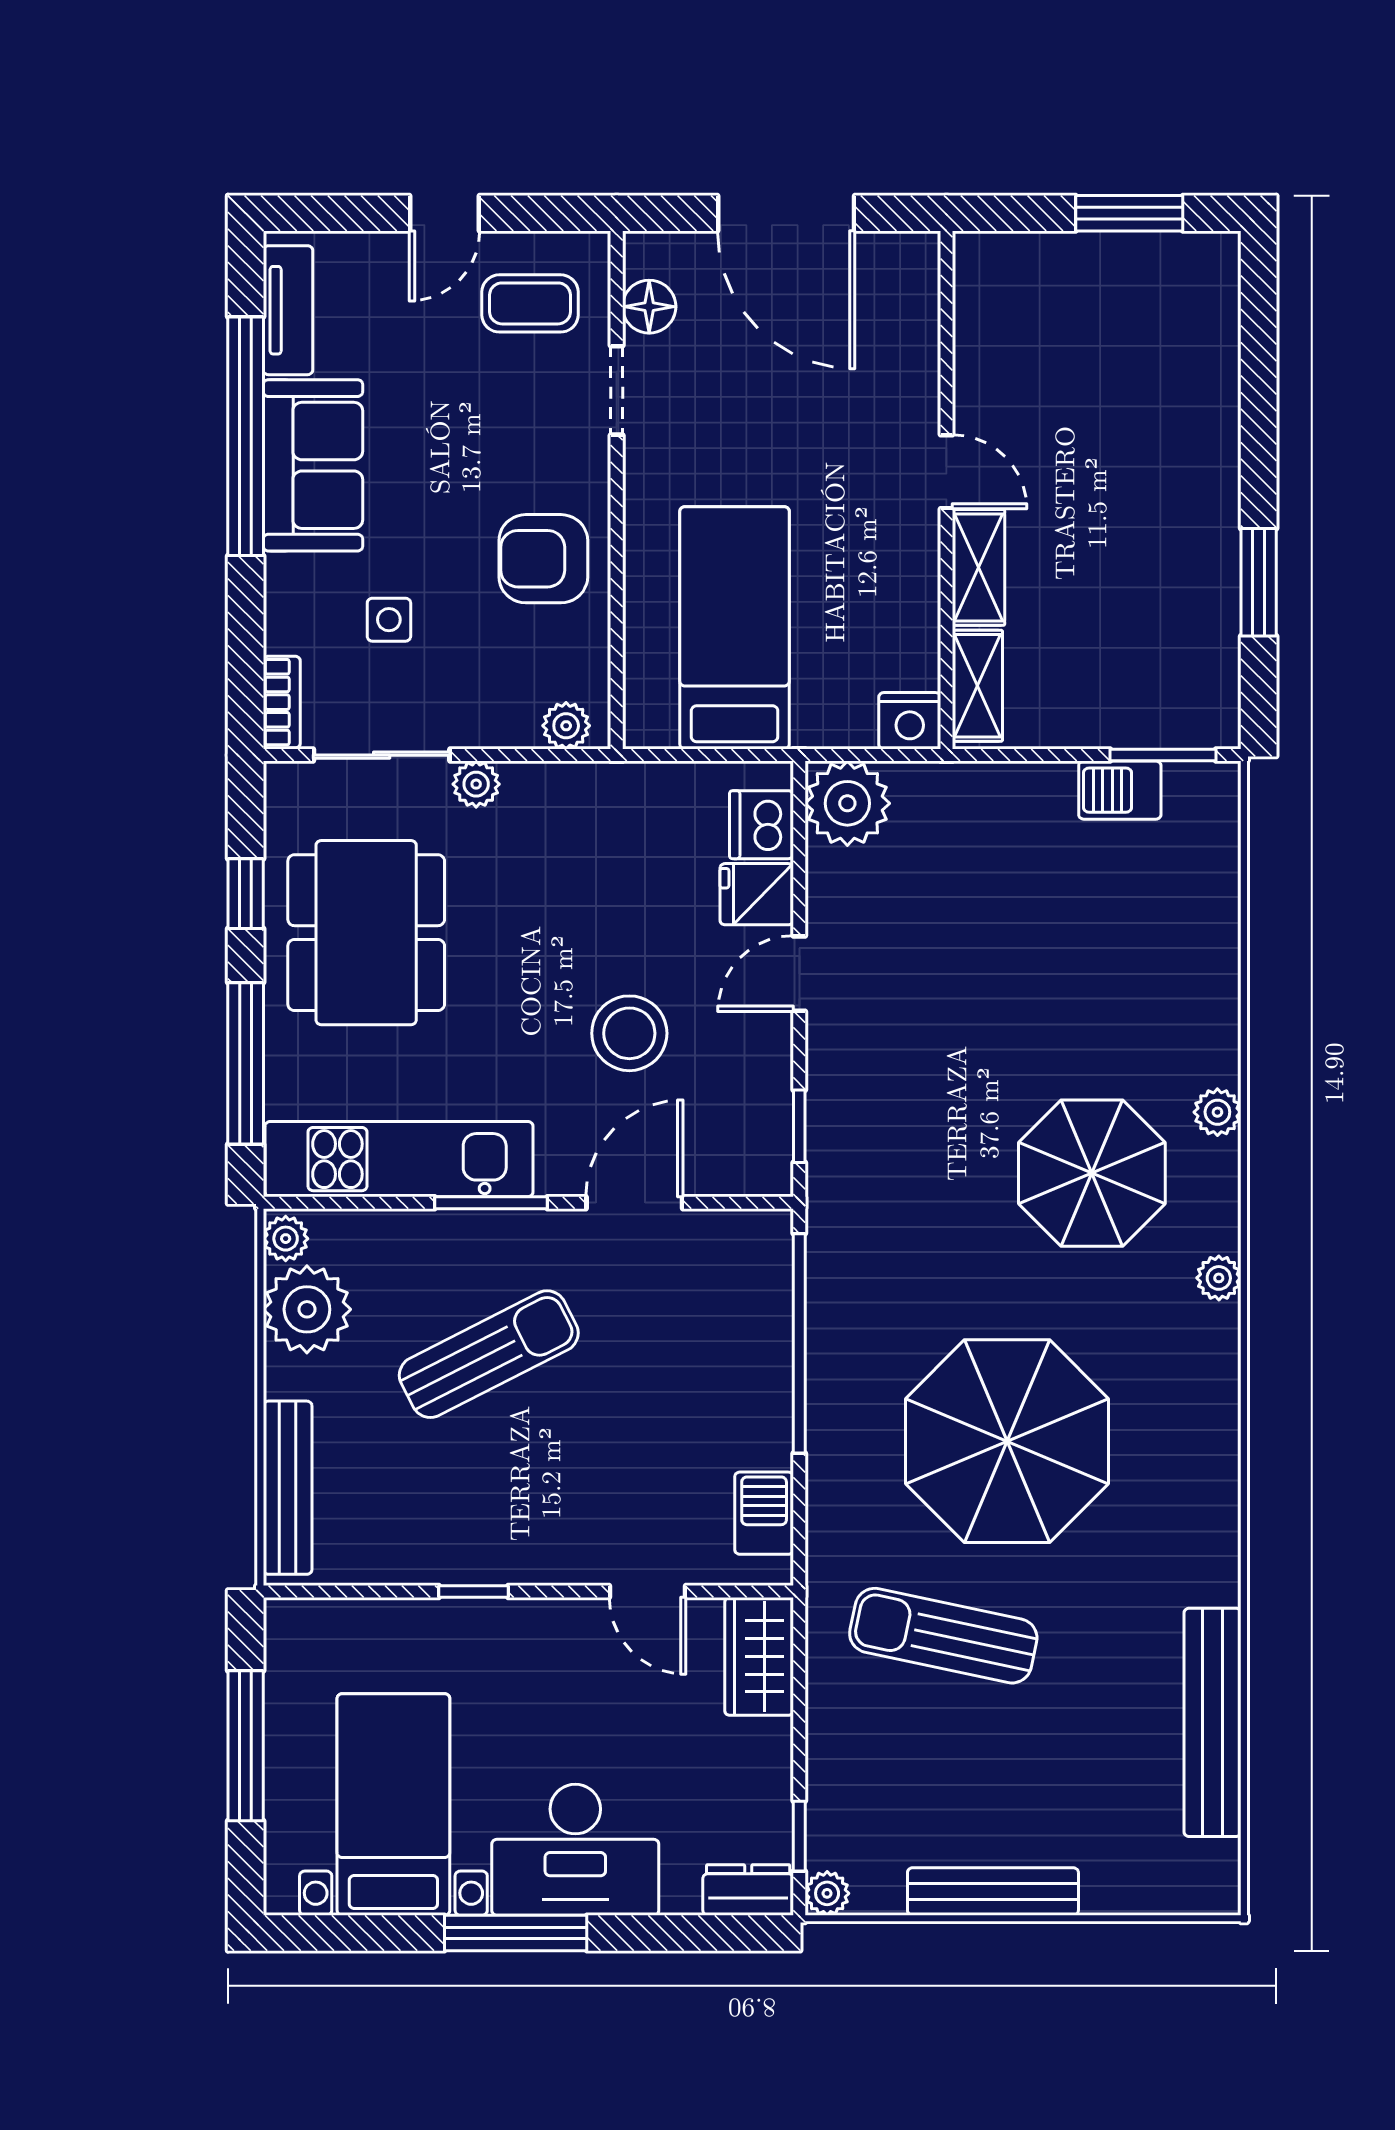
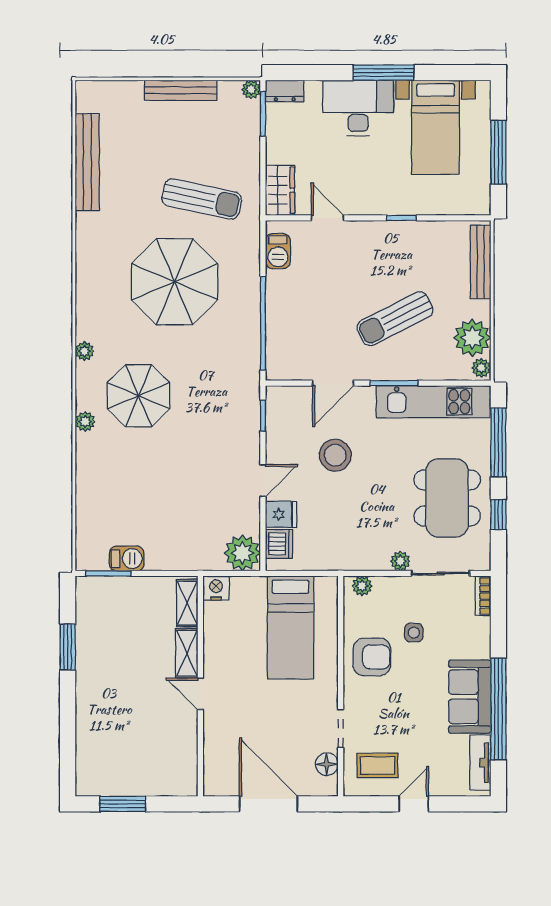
side table: (389, 620) -> (414, 633), moved
window: (799, 1836) -> (263, 114), width x1.50

